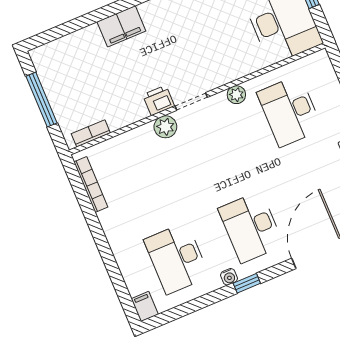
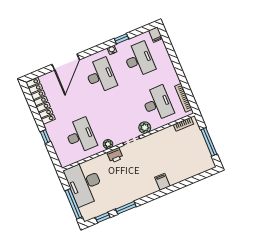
filing cabinet: (121, 26) -> (162, 182), width x0.50
printer: (159, 100) -> (115, 155), moved
desk: (141, 173) -> (157, 103), added
window: (247, 283) -> (121, 39), moved

